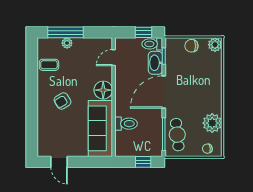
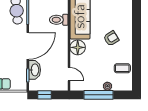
window: (66, 32) -> (99, 95), moved
toilet: (152, 44) -> (37, 85), removed
door: (114, 58) -> (69, 74), hinge flipped

